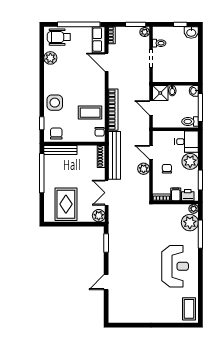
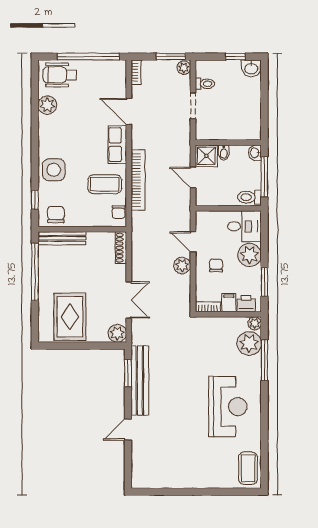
row of seats: (99, 40) -> (117, 145), moved
bench: (114, 155) -> (140, 380), moved
double door: (107, 193) -> (129, 300), swing flipped

